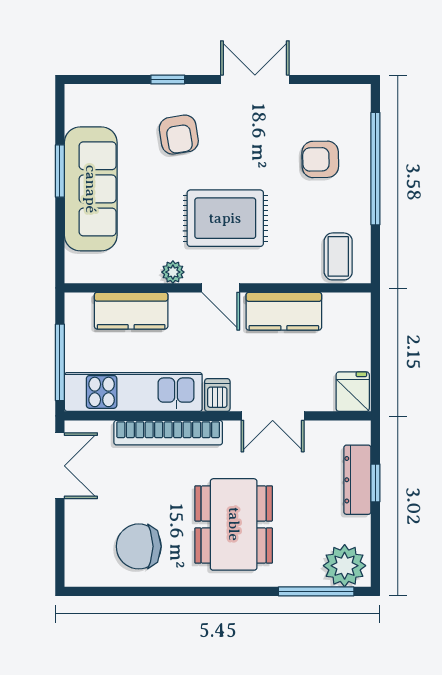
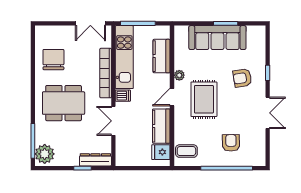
fridge: (353, 392) -> (161, 152), moved, turned 180
dresser: (357, 480) -> (95, 160), moved

